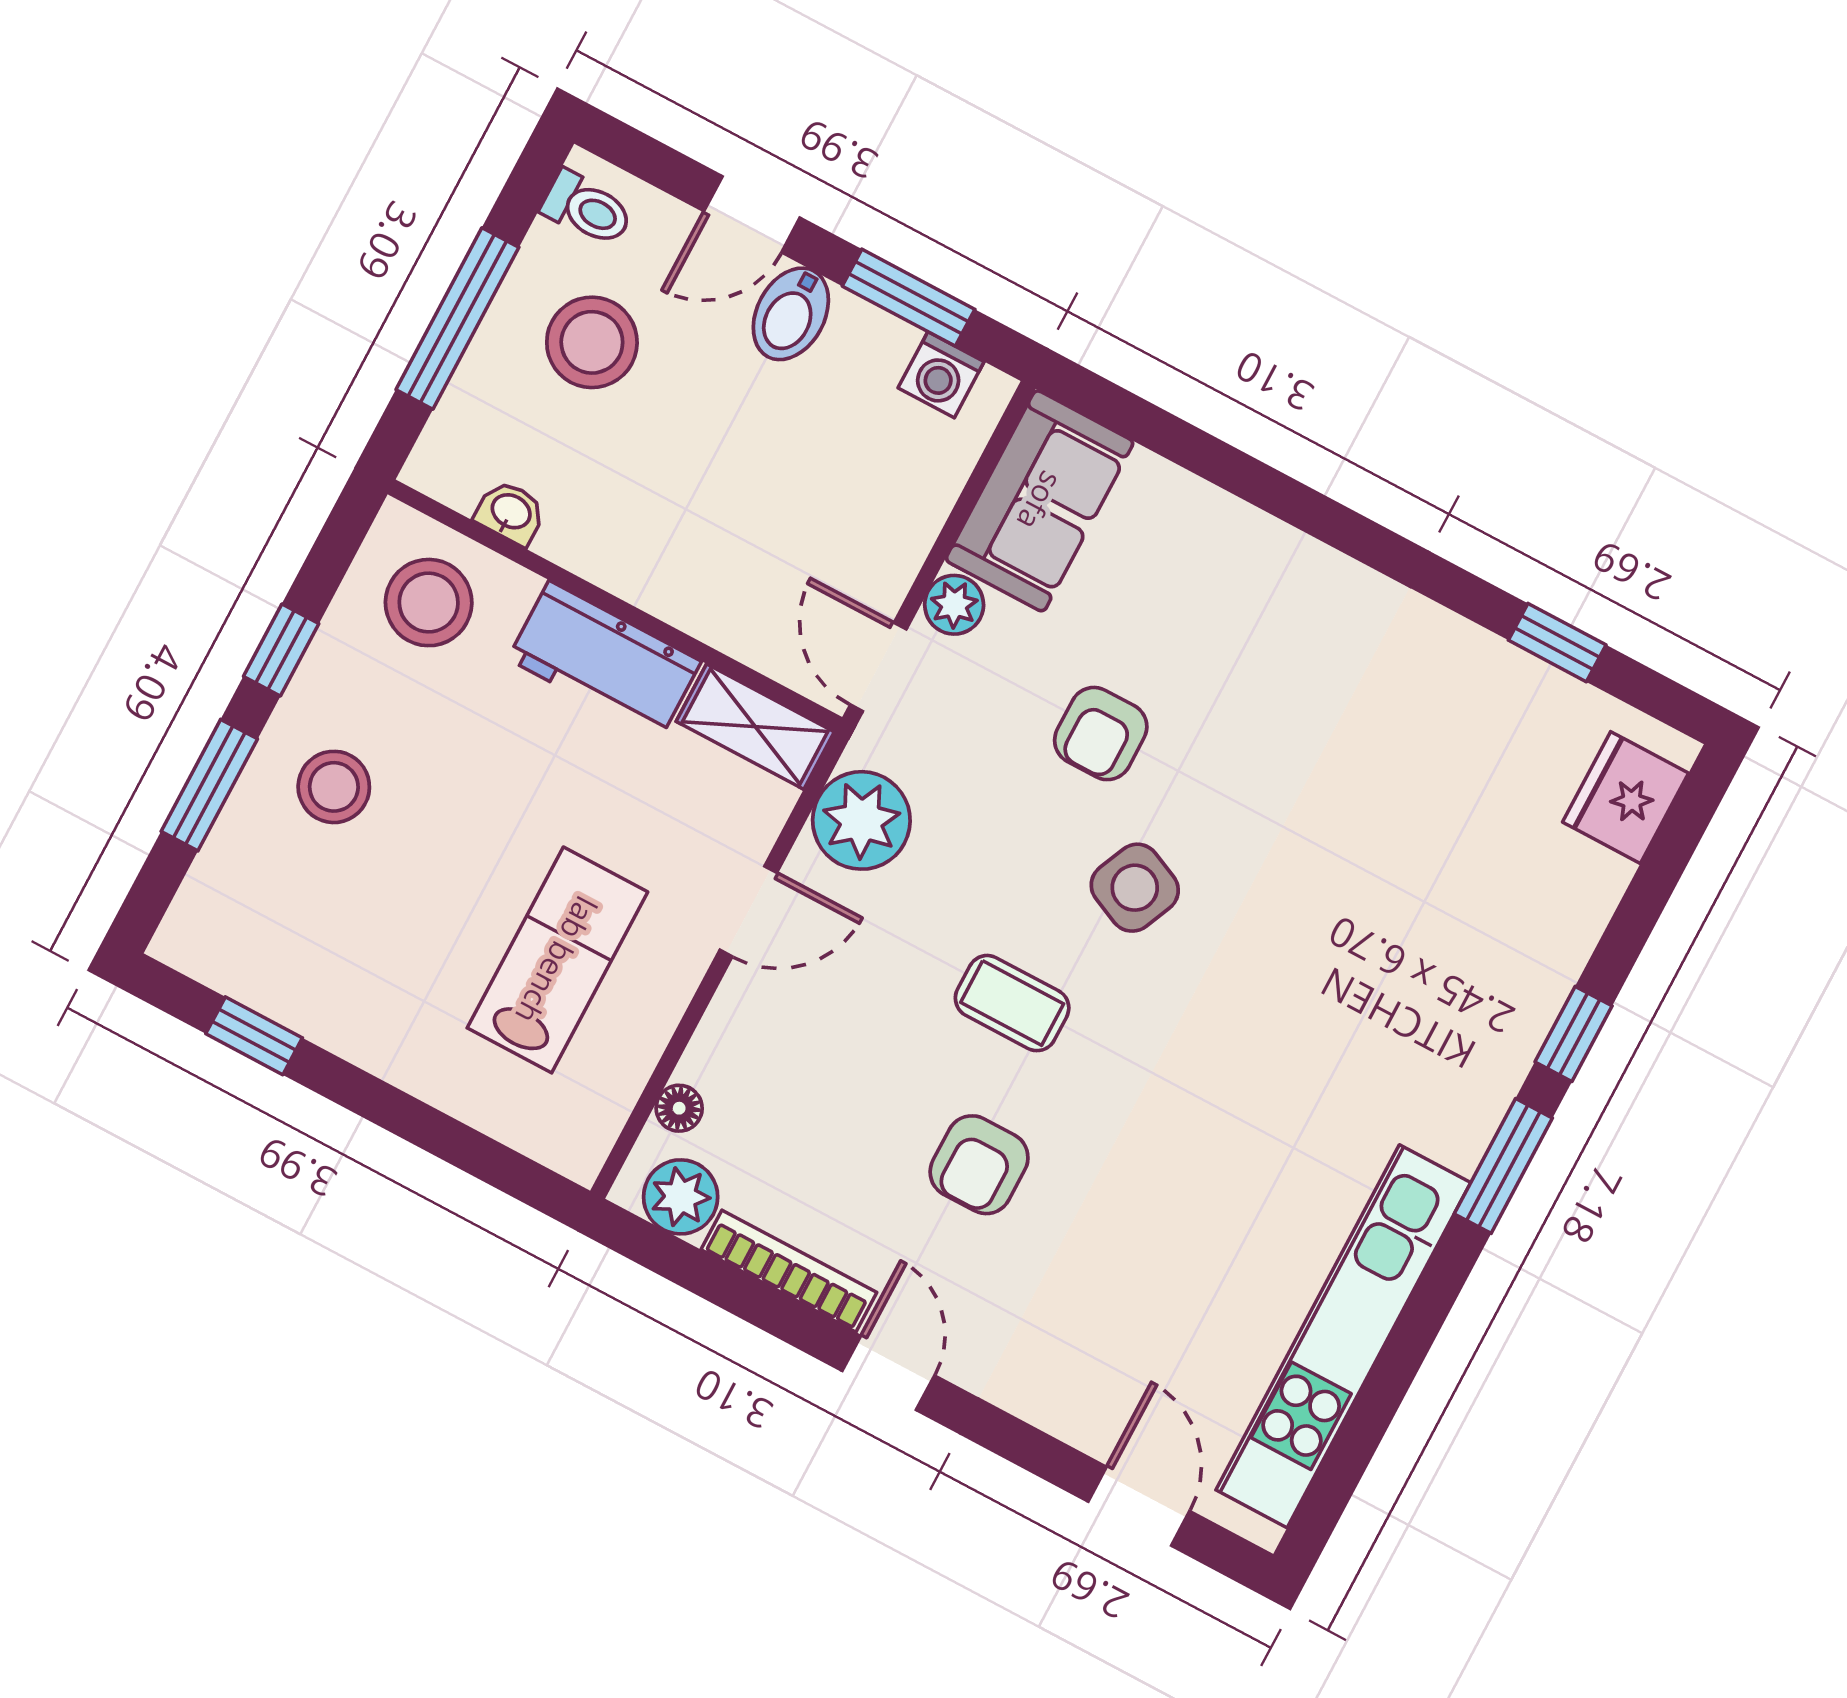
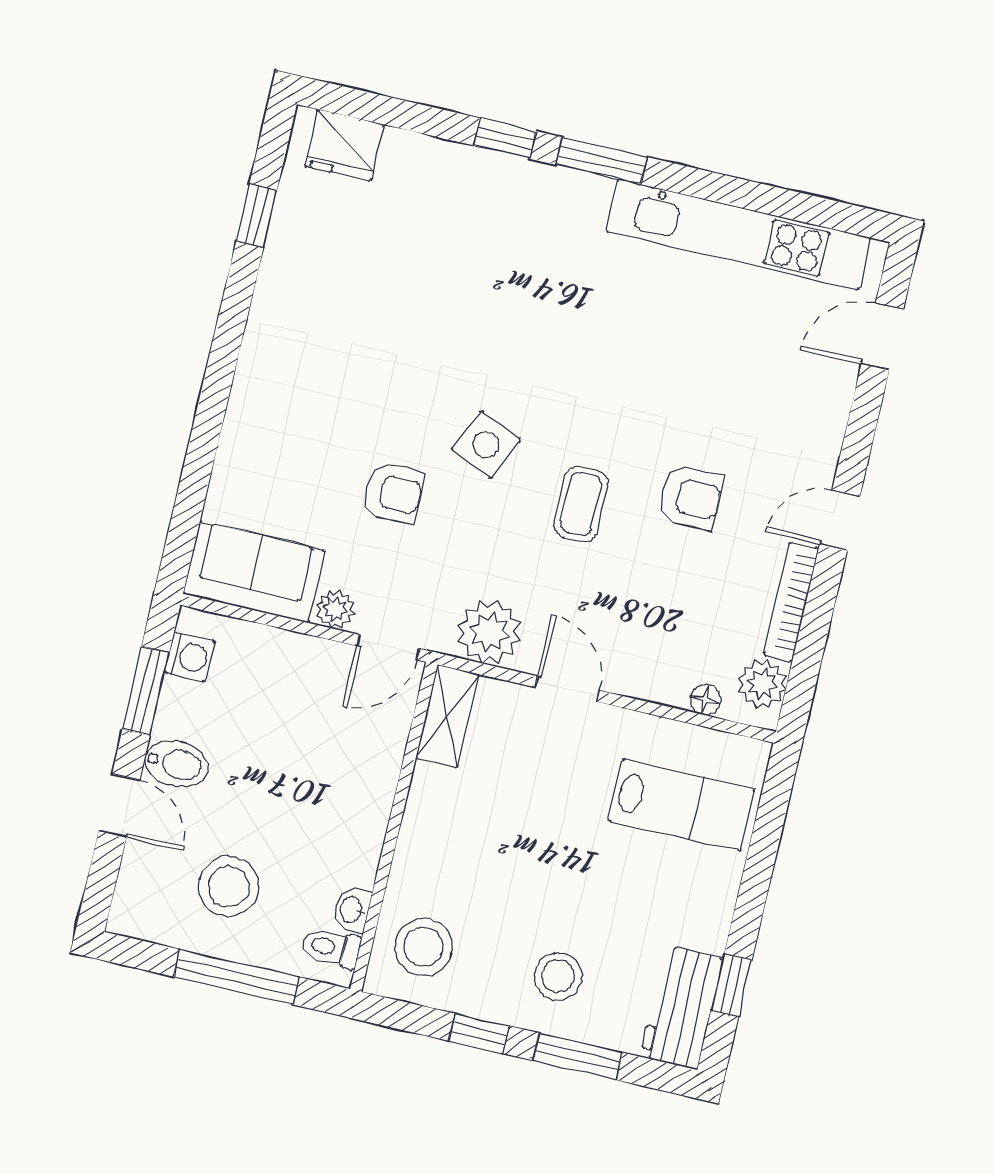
toilet: (587, 209) -> (331, 947), moved, turned -90
workbench: (604, 660) -> (682, 1007), moved, turned 180
lab bench: (557, 960) -> (681, 805), moved, turned 180

